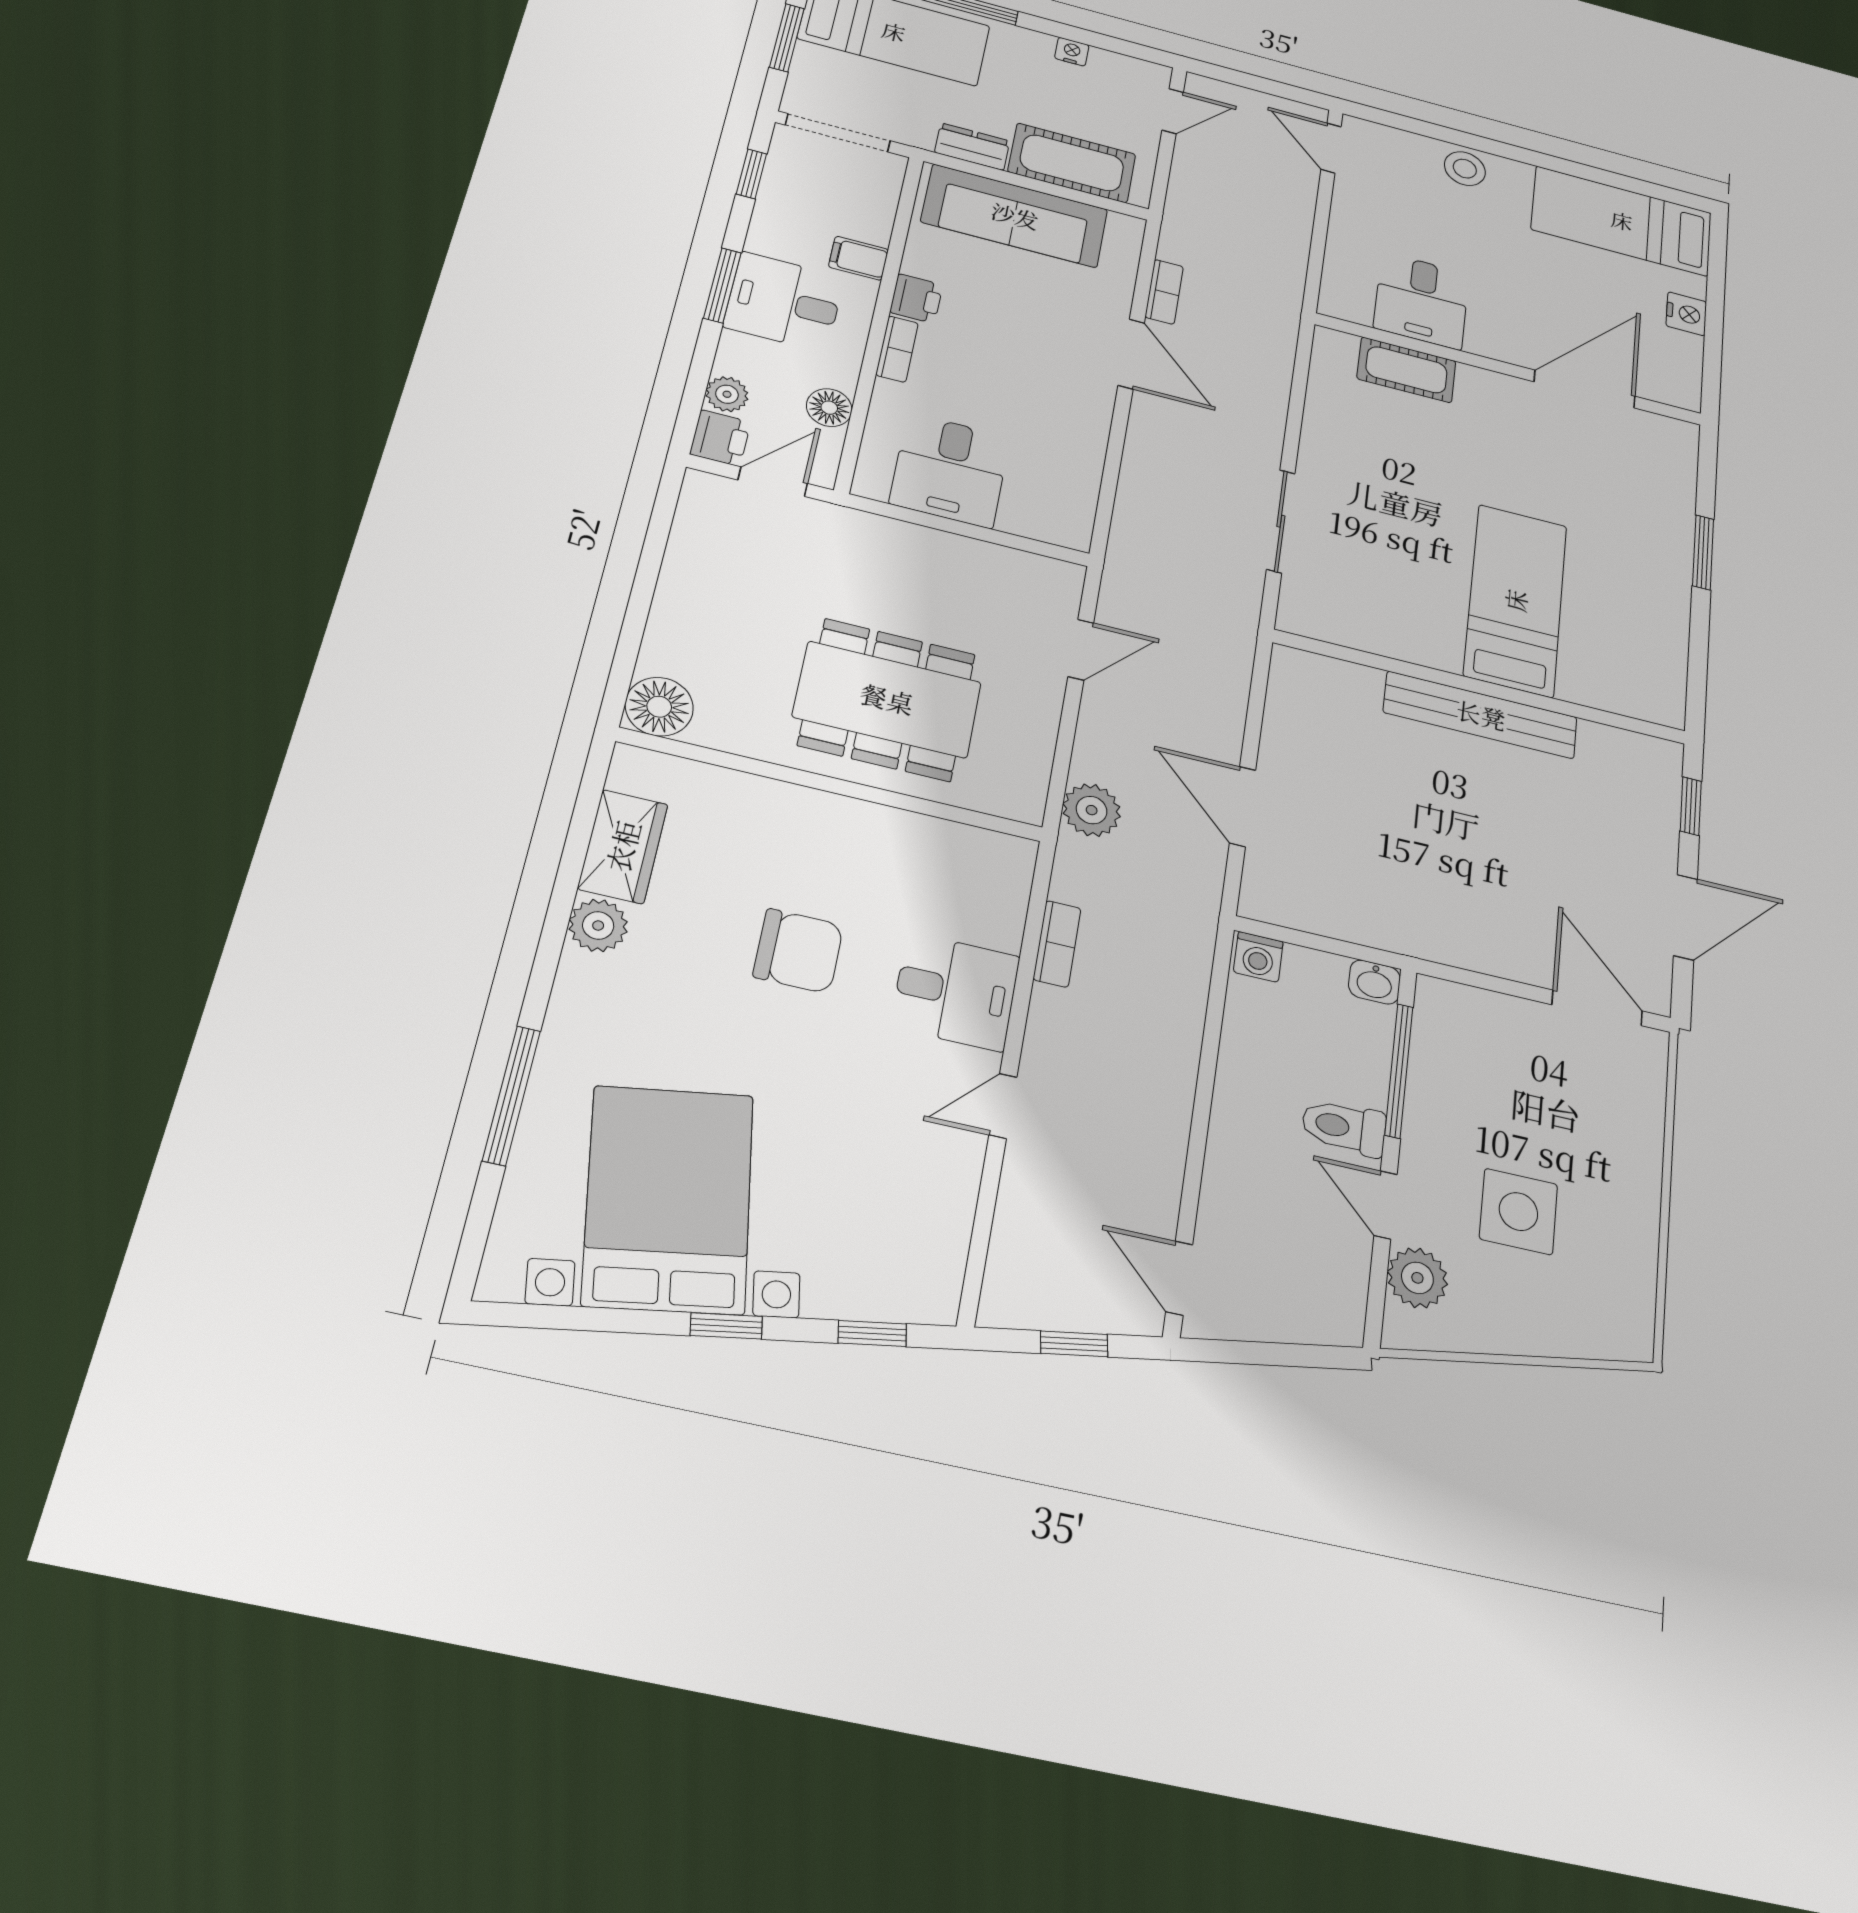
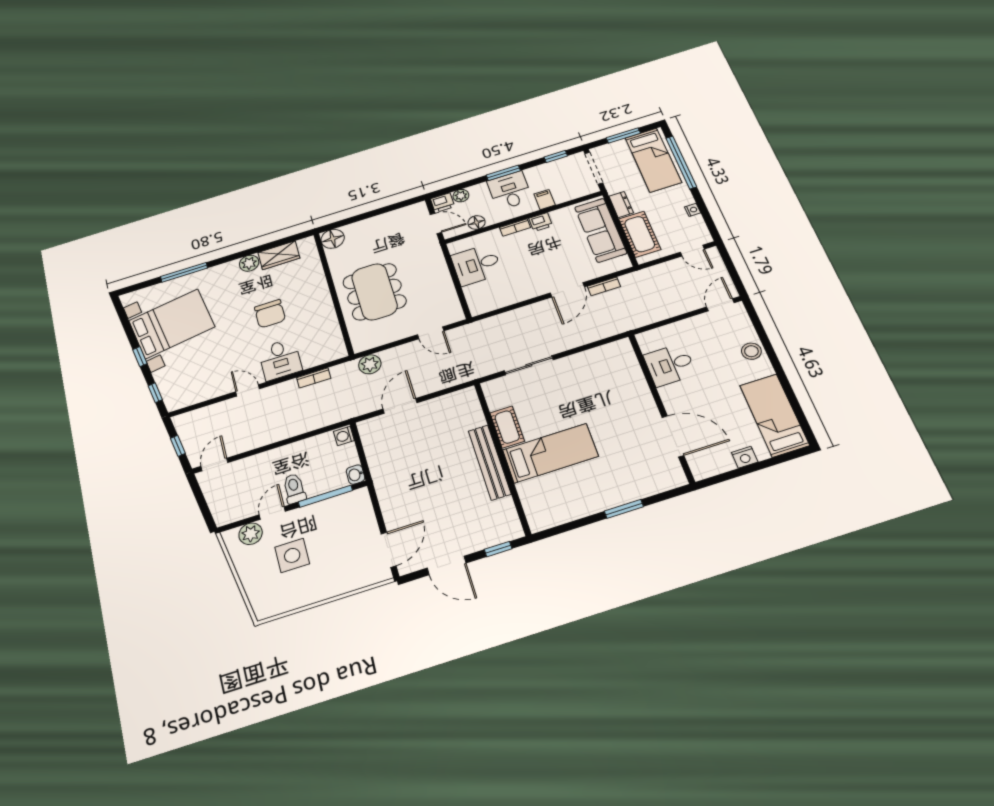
cot: (1406, 370) -> (507, 427), moved

